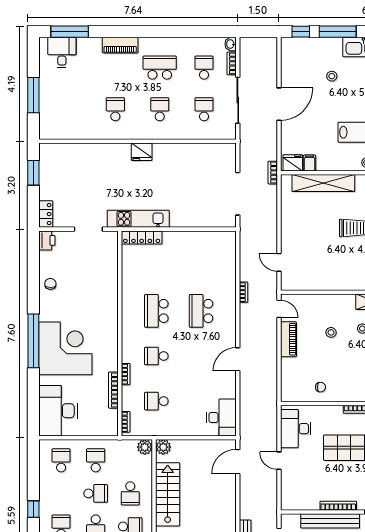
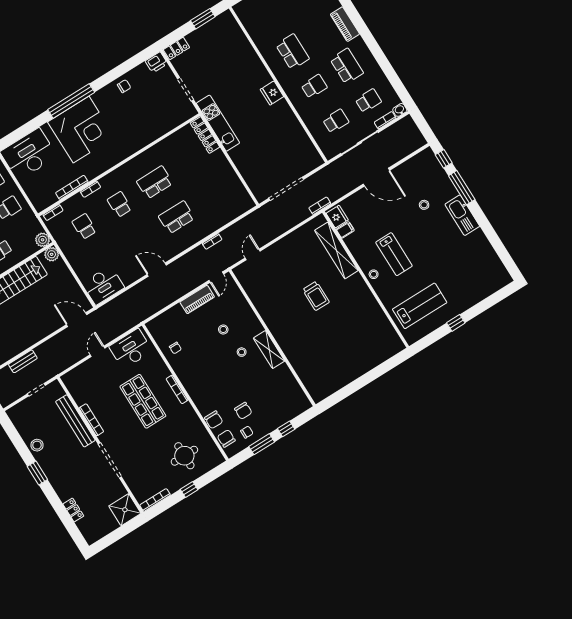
school desk: (115, 109) -> (292, 52), width x1.85

